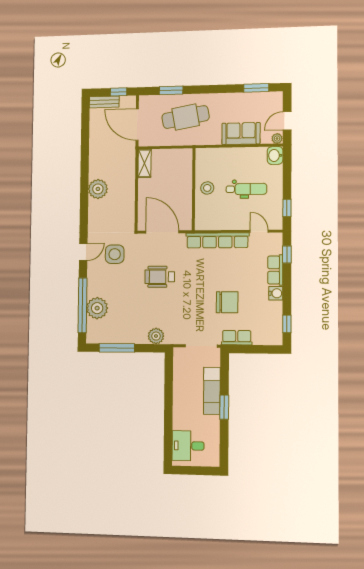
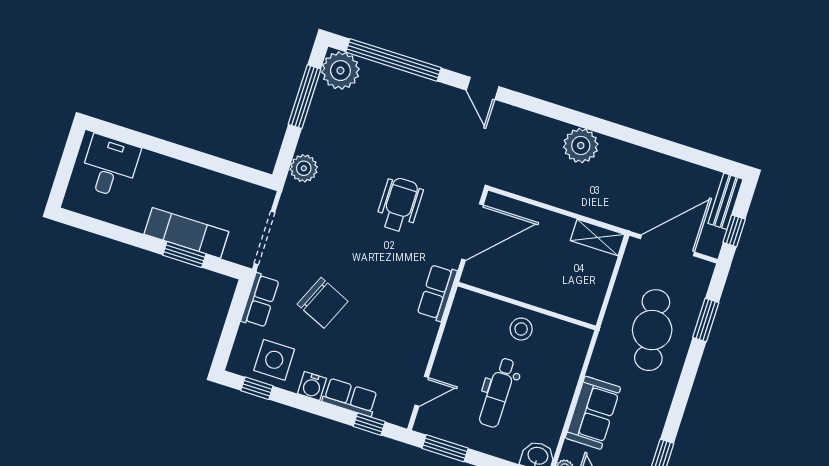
window: (287, 208) -> (445, 448), width x1.50
row of seats: (217, 240) -> (437, 293), width x0.50
side table: (115, 254) -> (274, 360), moved
chair: (227, 302) -> (323, 303), turned -66
plant: (97, 308) -> (340, 71), moved
window: (224, 407) -> (184, 255), moved

